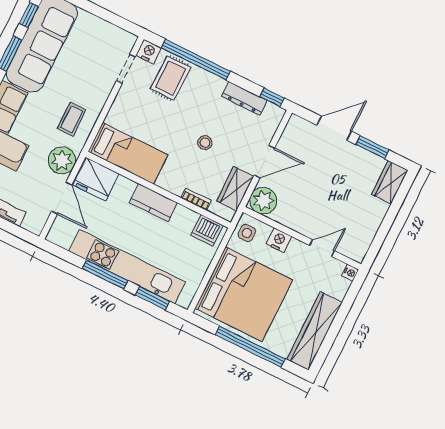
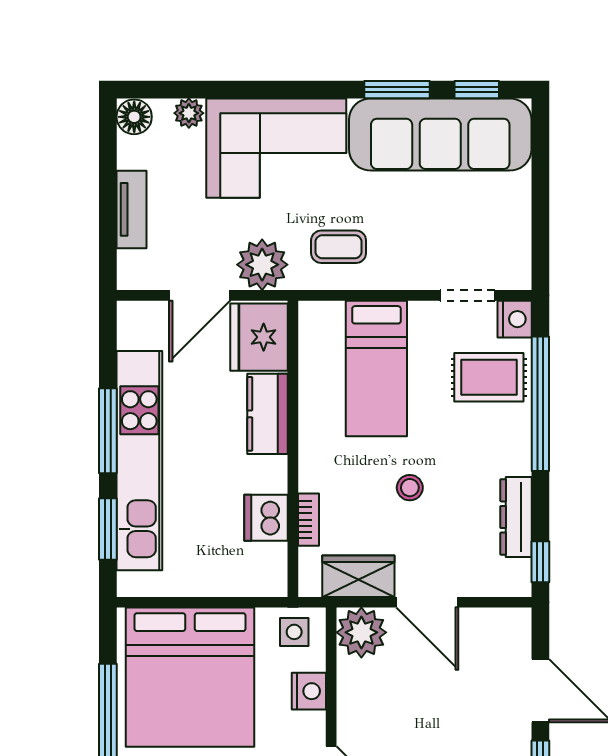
bed: (128, 153) -> (376, 368), moved
kitchen counter: (153, 203) -> (267, 414), moved
dishwasher: (207, 230) -> (266, 518), moved

